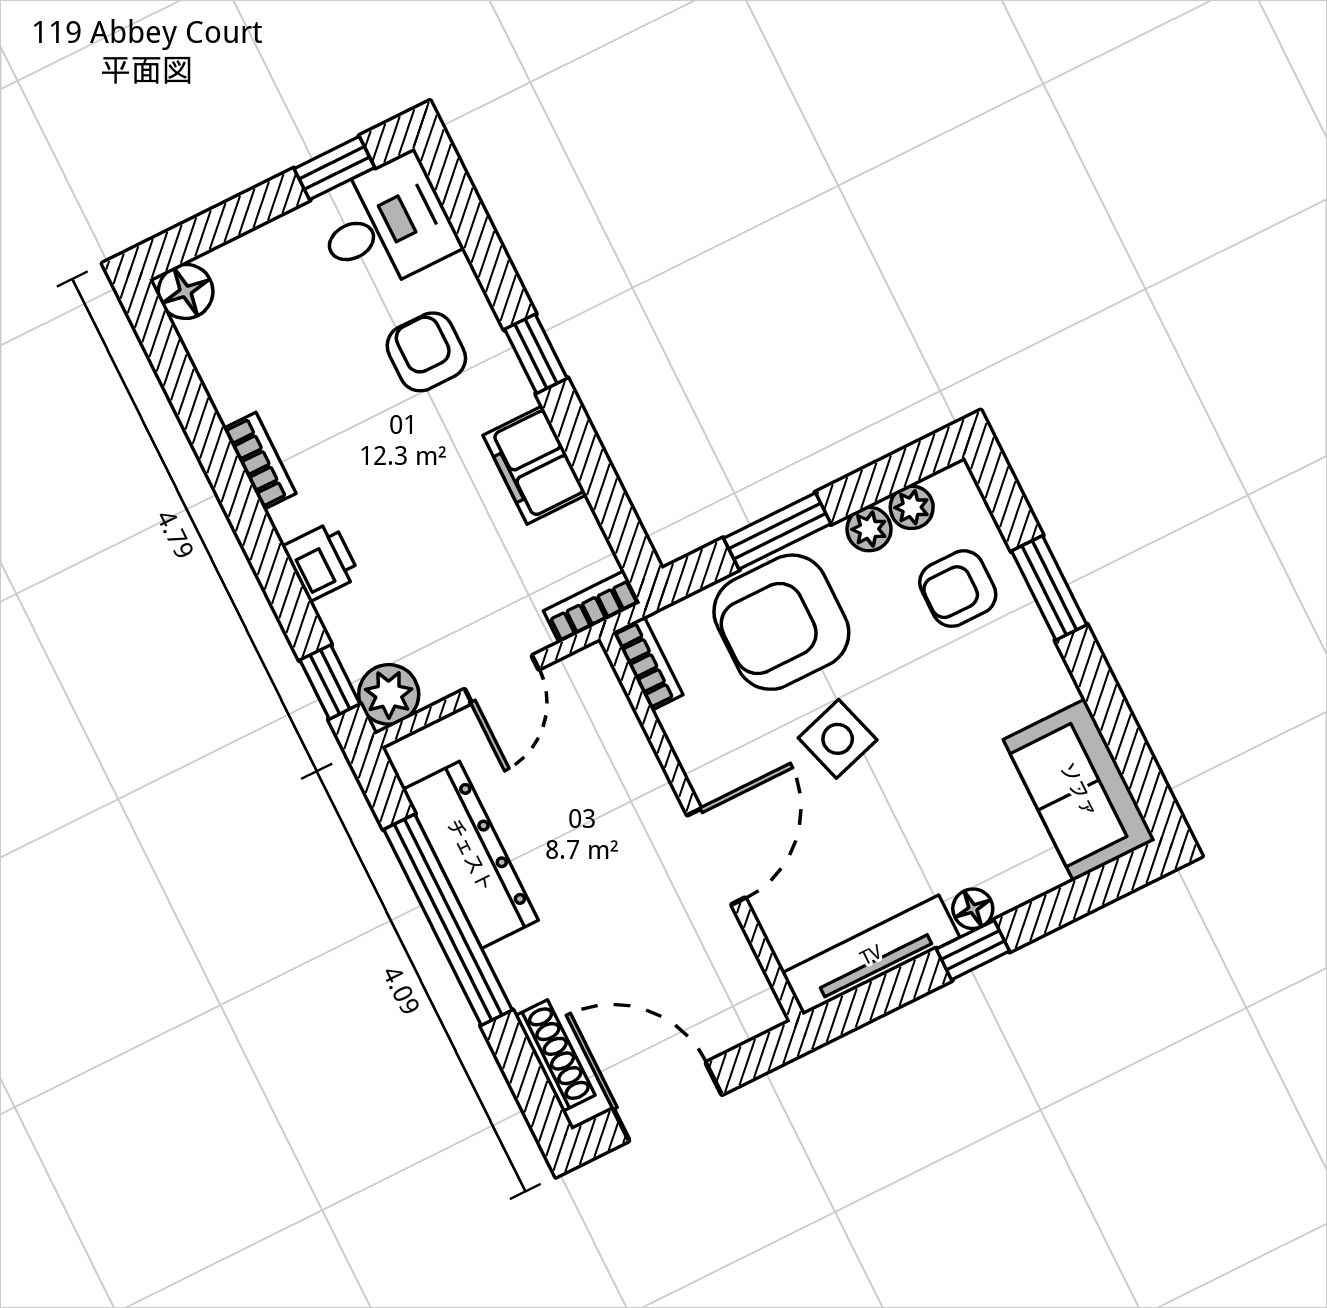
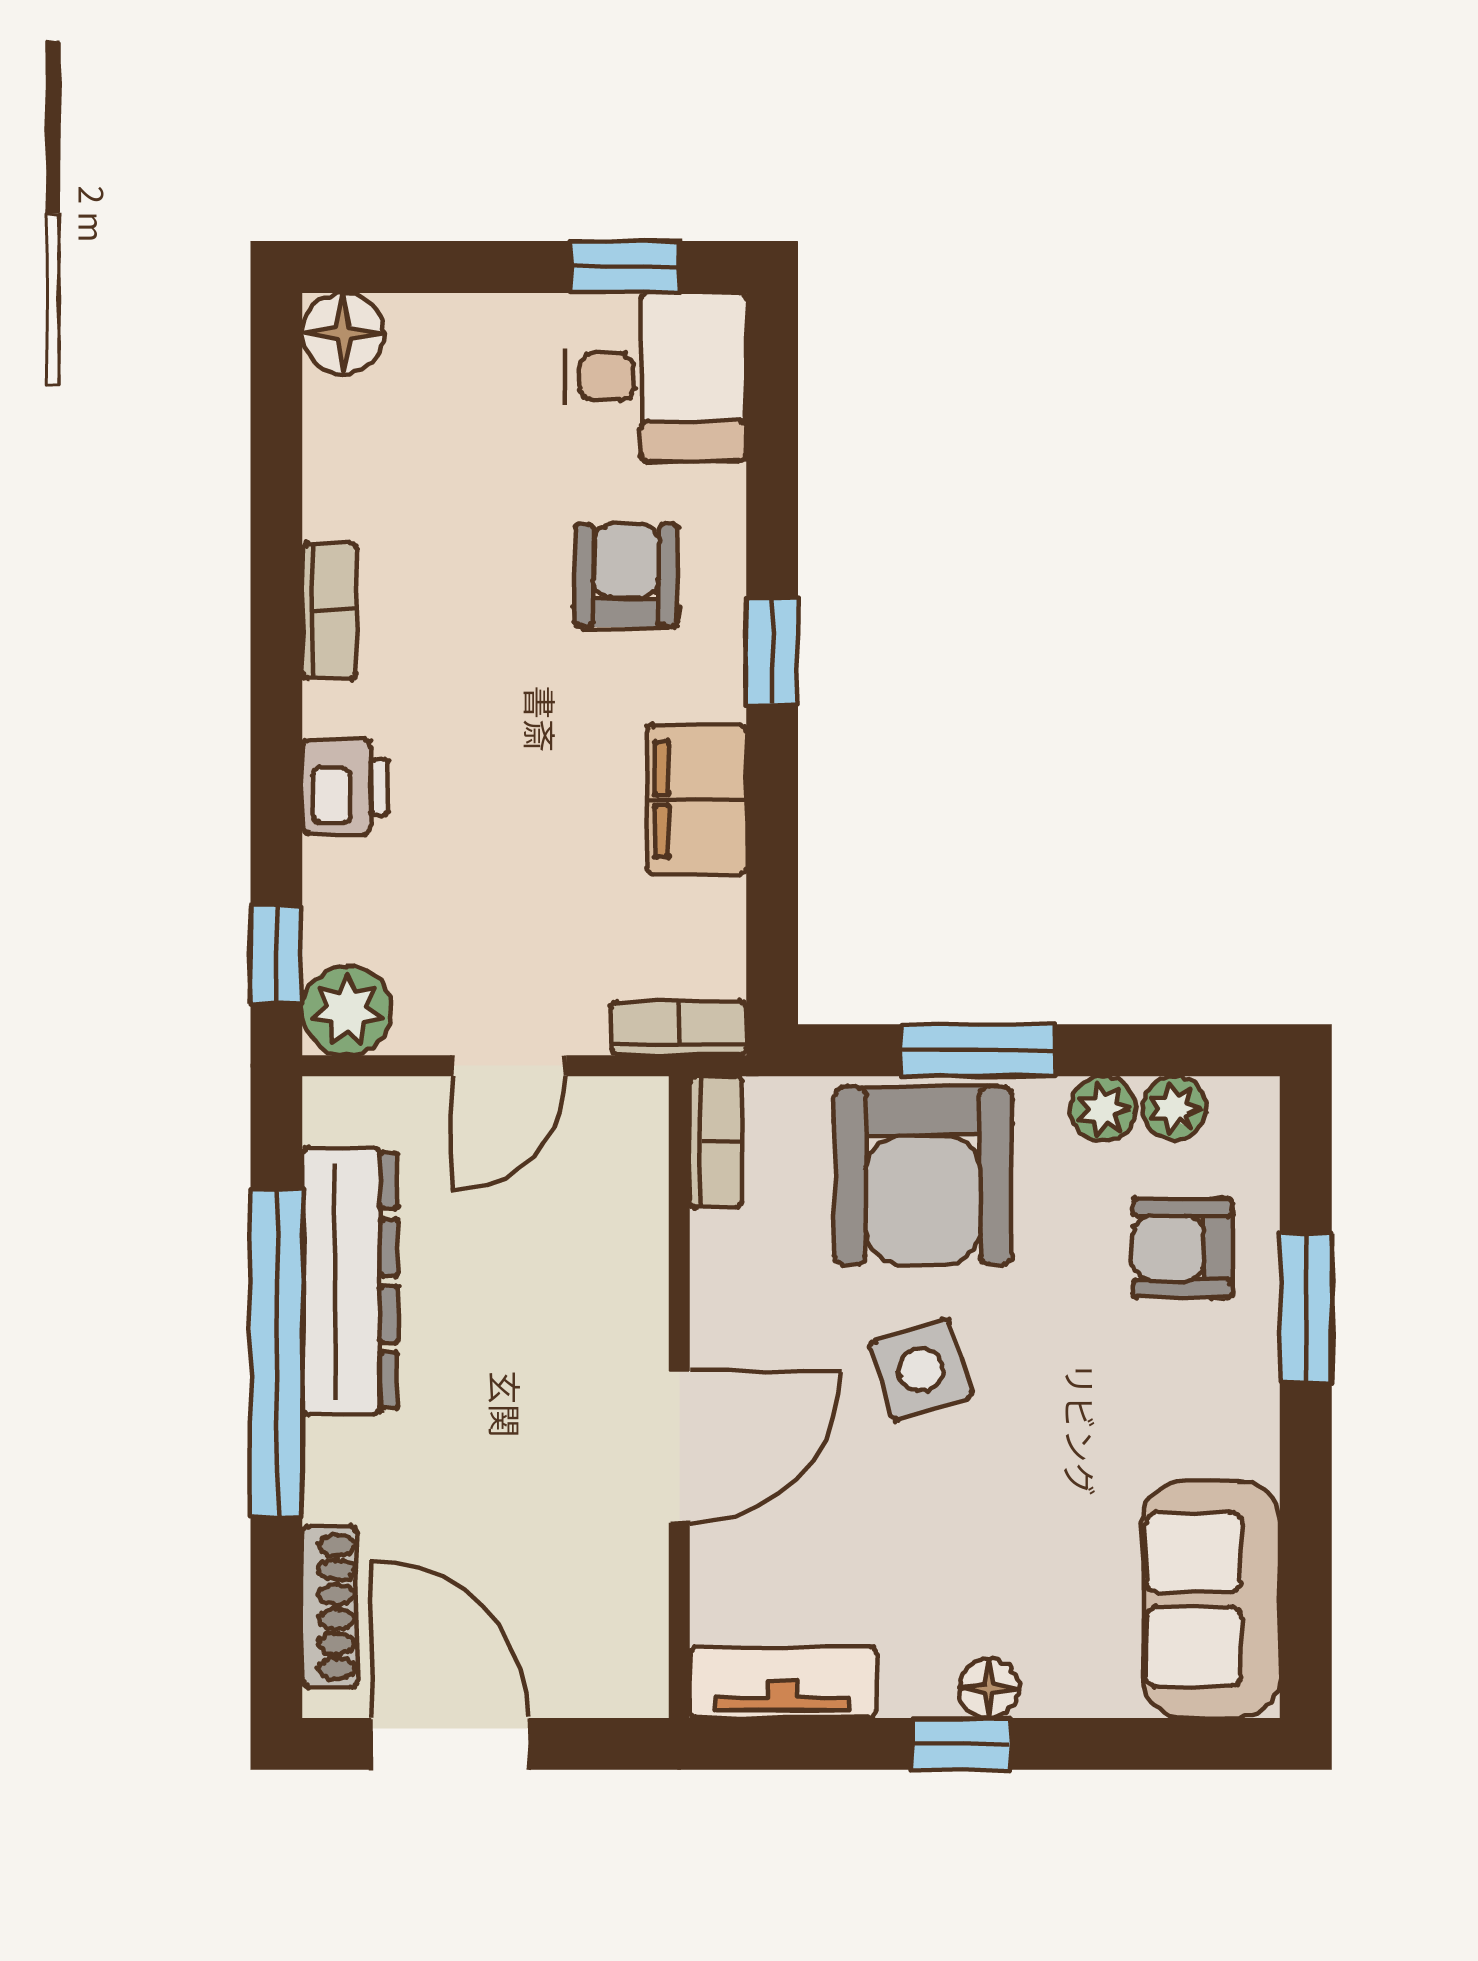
armchair: (781, 622) -> (923, 1175), turned -90
tv unit: (871, 955) -> (783, 1682), width x0.71

